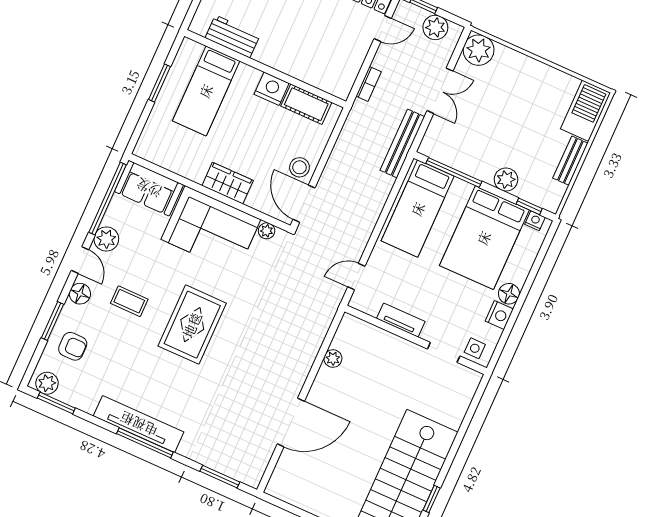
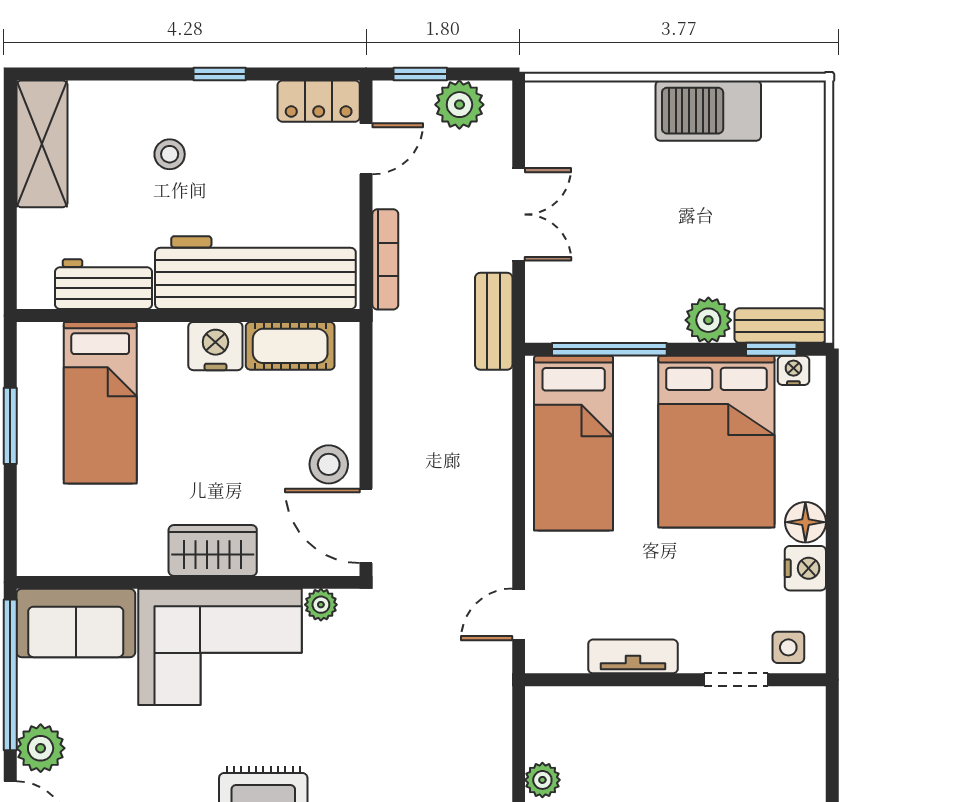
plant: (479, 50) -> (555, 110), removed
workbench: (306, 63) -> (255, 273), added
bookcase: (369, 84) -> (385, 259), width x1.56
barbecue: (586, 111) -> (708, 111), moved, turned -90
bench: (402, 143) -> (494, 321), width x0.73
bench: (570, 161) -> (780, 326), moved, turned 90

